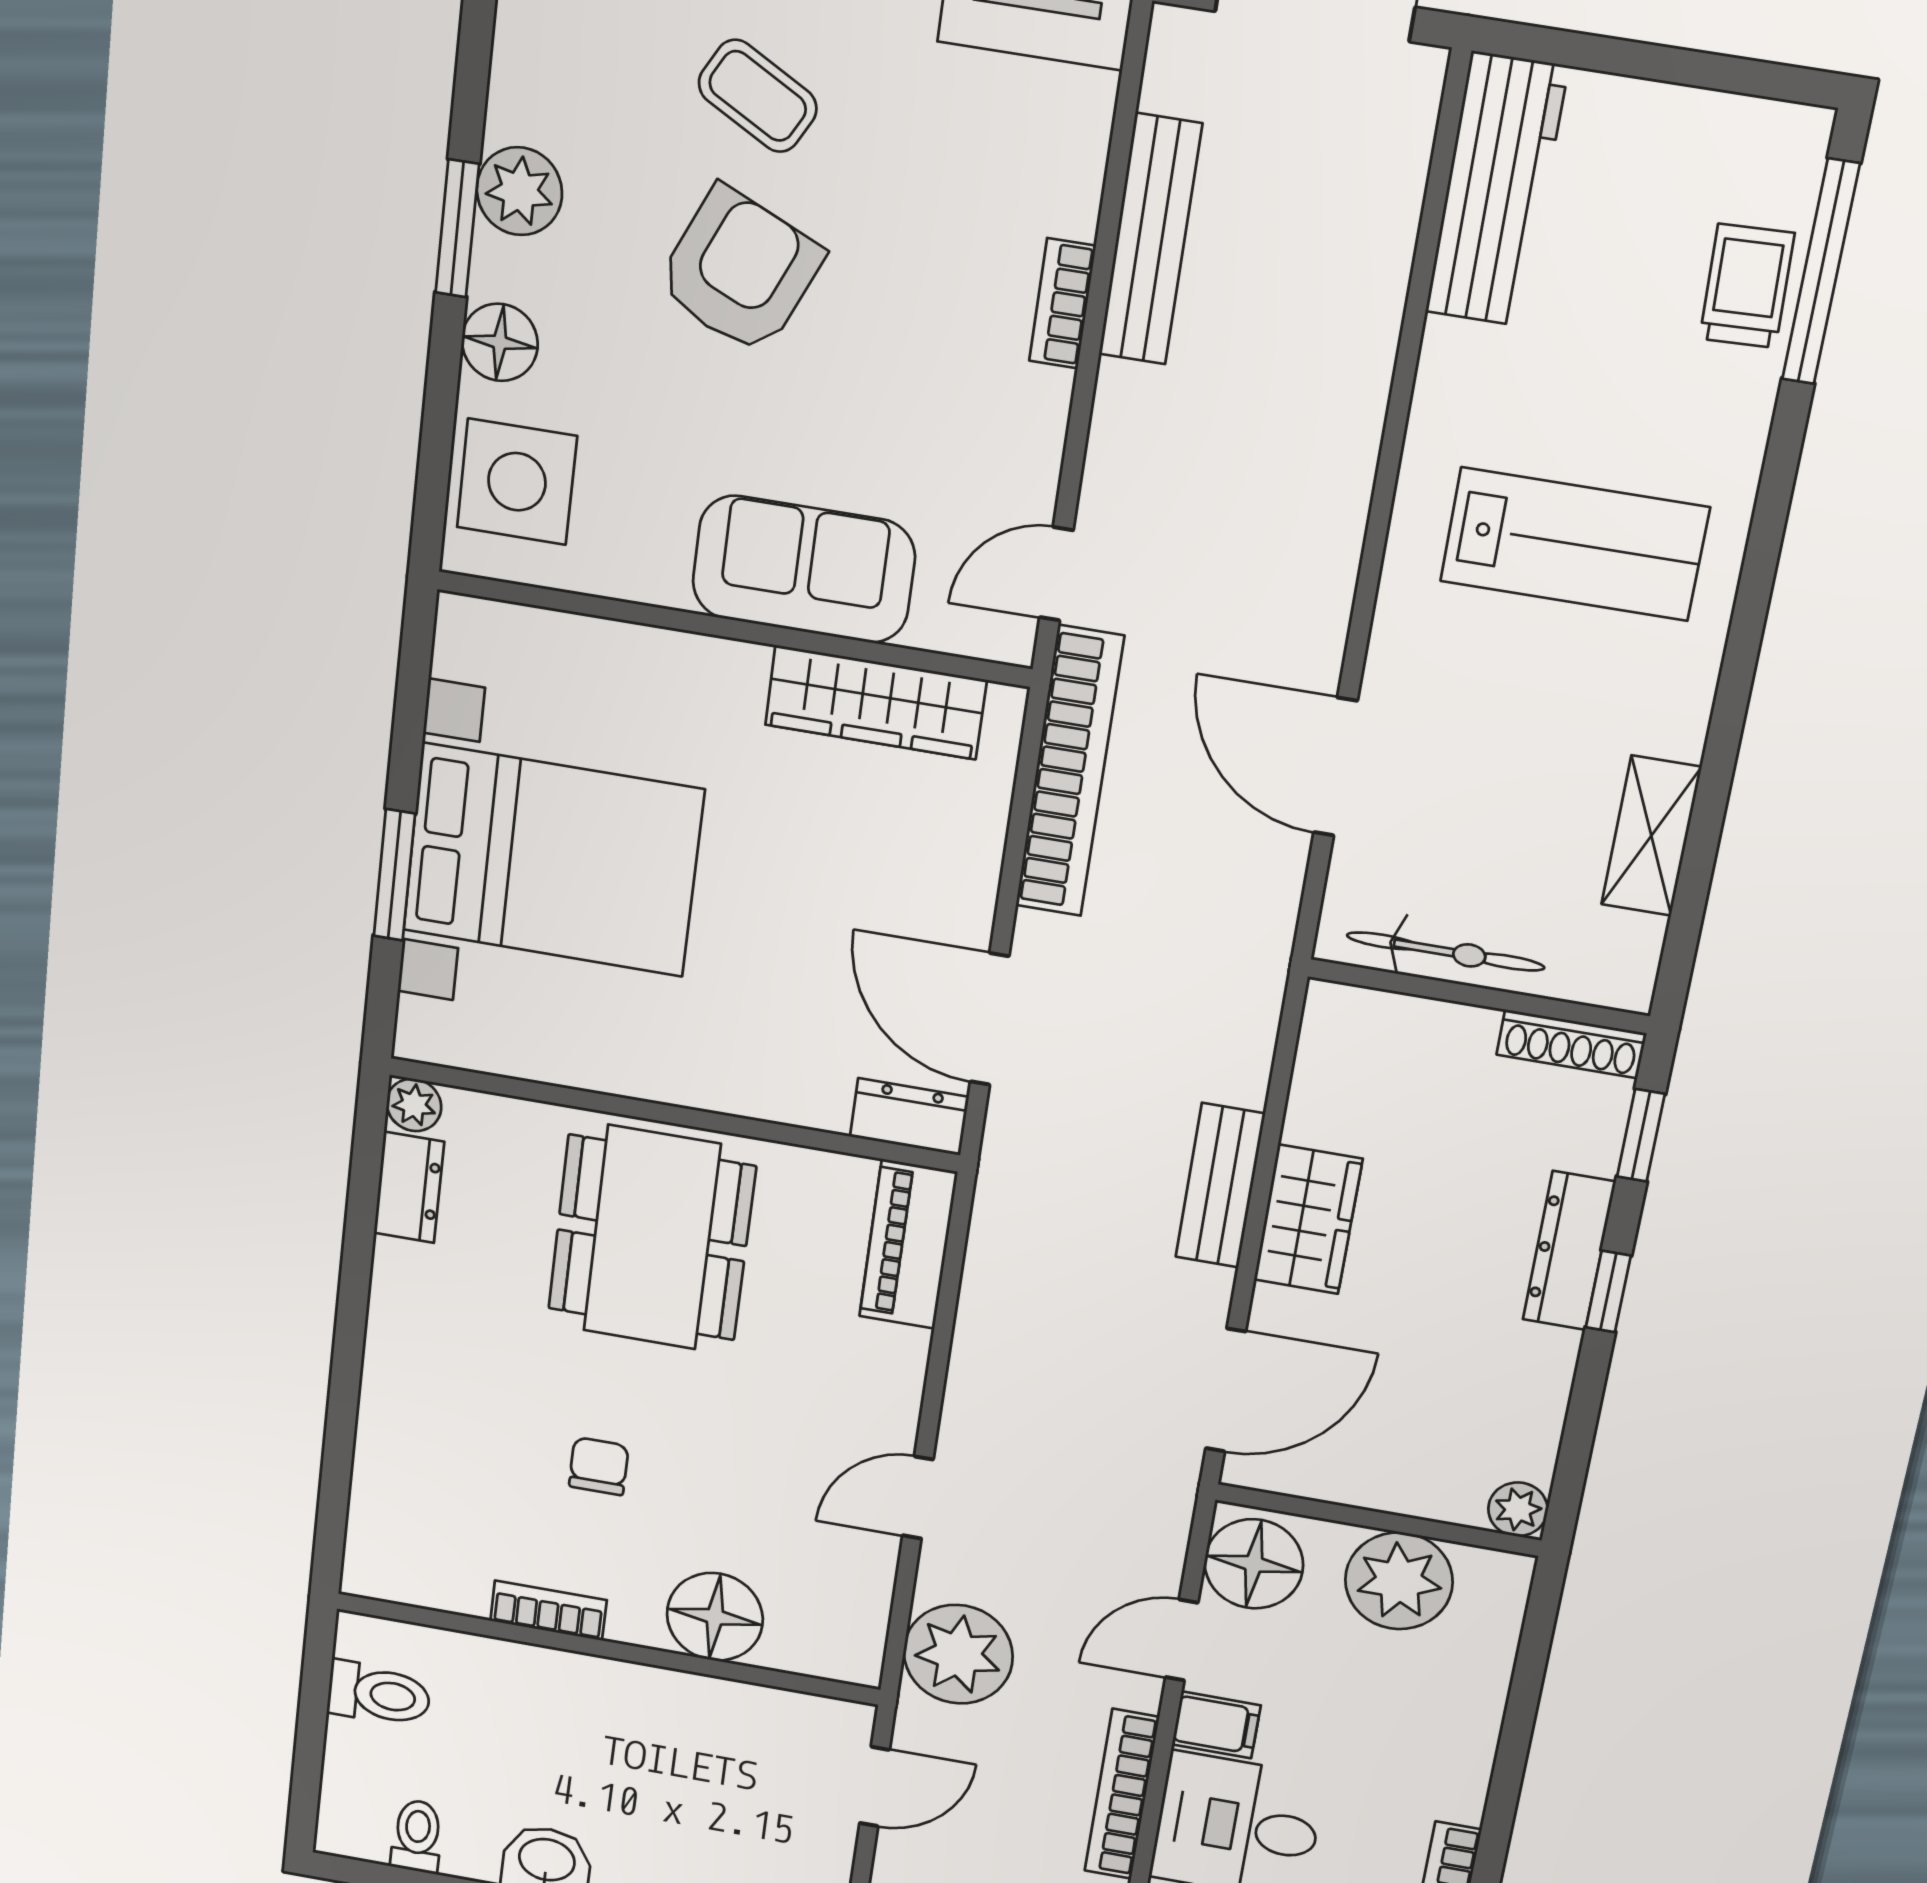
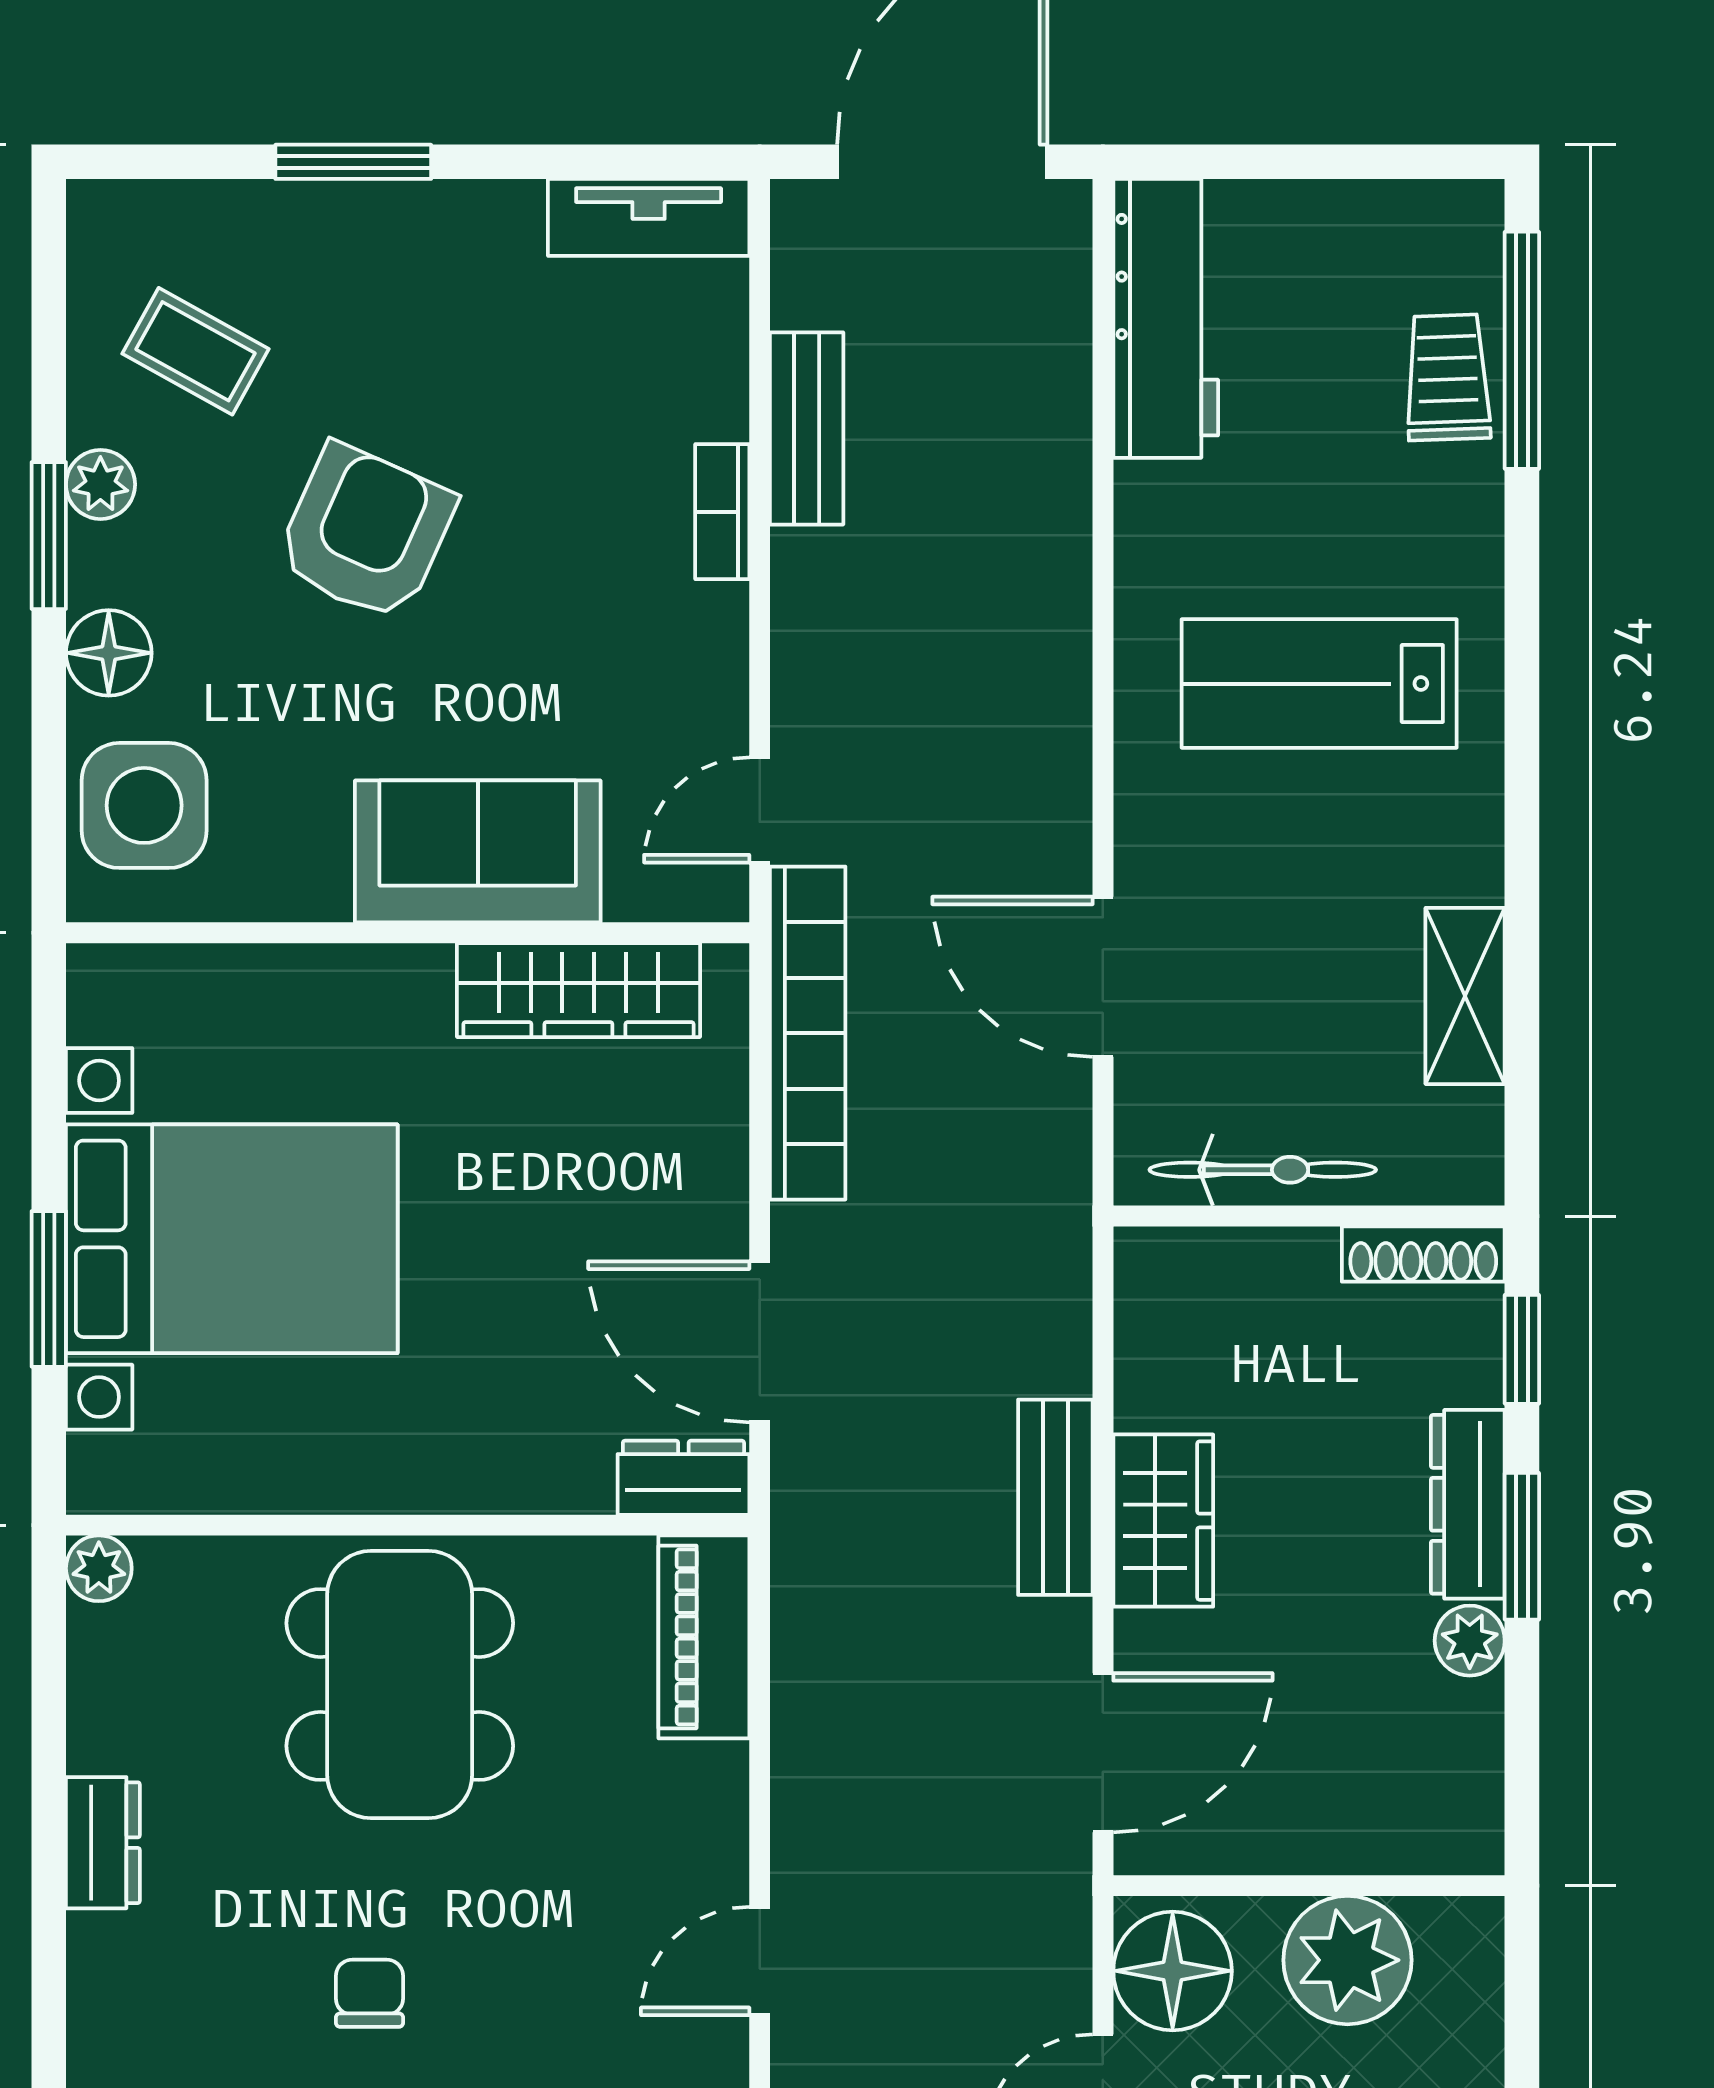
coffee table: (758, 96) -> (195, 351), moved
plant: (519, 191) -> (100, 484), width x0.73, depth x0.73
bench: (1150, 240) -> (807, 428), width x0.73
lab bench: (1575, 544) -> (1319, 684), turned 180
dresser: (409, 1187) -> (103, 1843), moved
window: (1608, 1291) -> (1522, 1546), width x1.50
plant: (1518, 1509) -> (1470, 1641), moved

